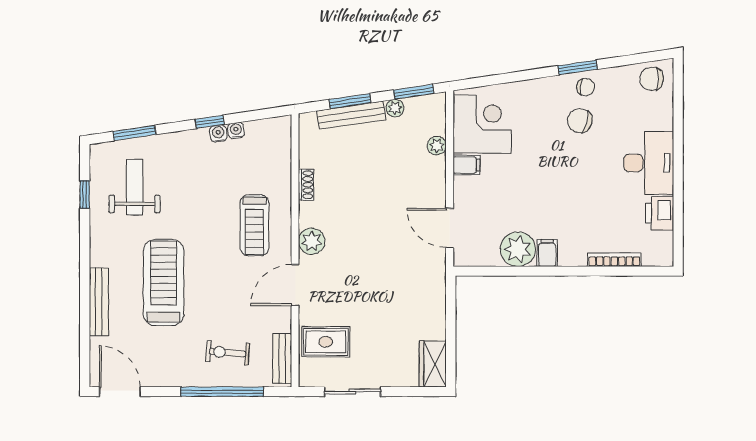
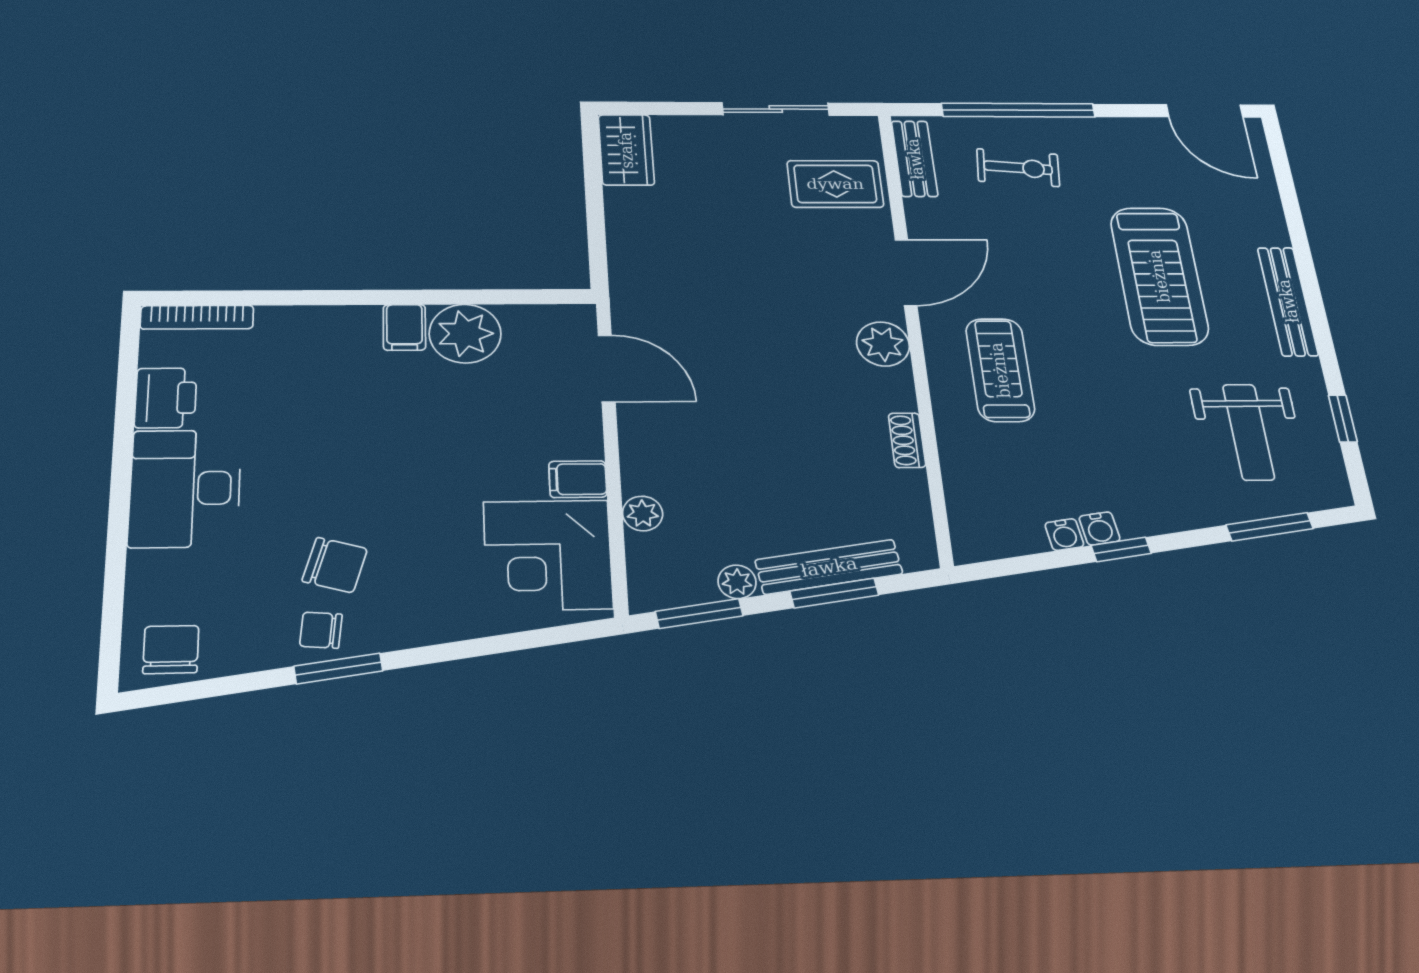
chair: (652, 79) -> (171, 650), turned -90
bookcase: (614, 260) -> (197, 317), moved
bench: (99, 302) -> (1288, 301), moved

